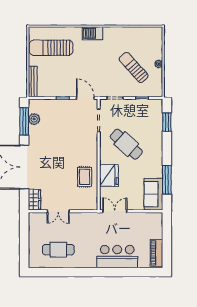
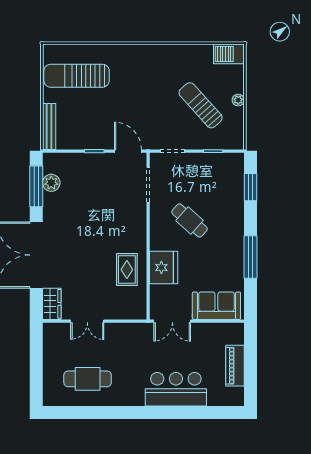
barbecue: (92, 33) -> (229, 54), moved
cafe table: (126, 144) -> (189, 220), width x0.73, depth x0.74
window: (167, 180) -> (250, 257), moved
sofa: (153, 194) -> (216, 306), moved, turned 90
double door: (115, 211) -> (172, 321), swing flipped
piano: (157, 253) -> (235, 366), moved

